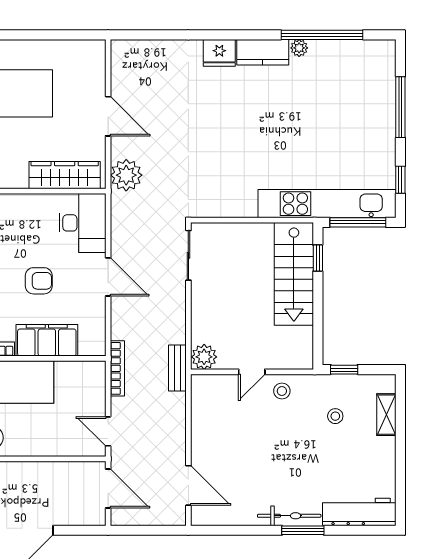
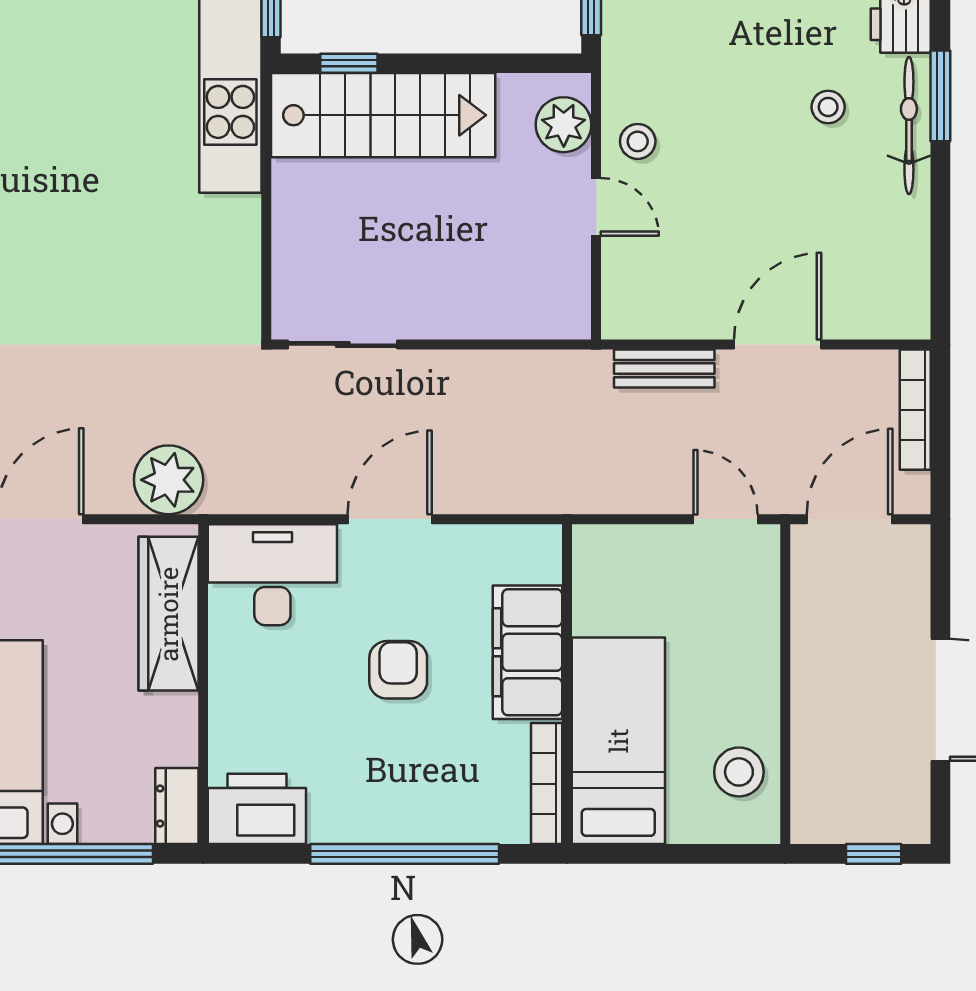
plant: (204, 357) -> (564, 125), moved
bookcase: (117, 368) -> (915, 410), moved, turned -90
bench: (177, 368) -> (664, 369), moved
stool: (335, 416) -> (828, 107), moved
door: (108, 431) -> (725, 519), swing flipped
door: (188, 485) -> (778, 345), moved

